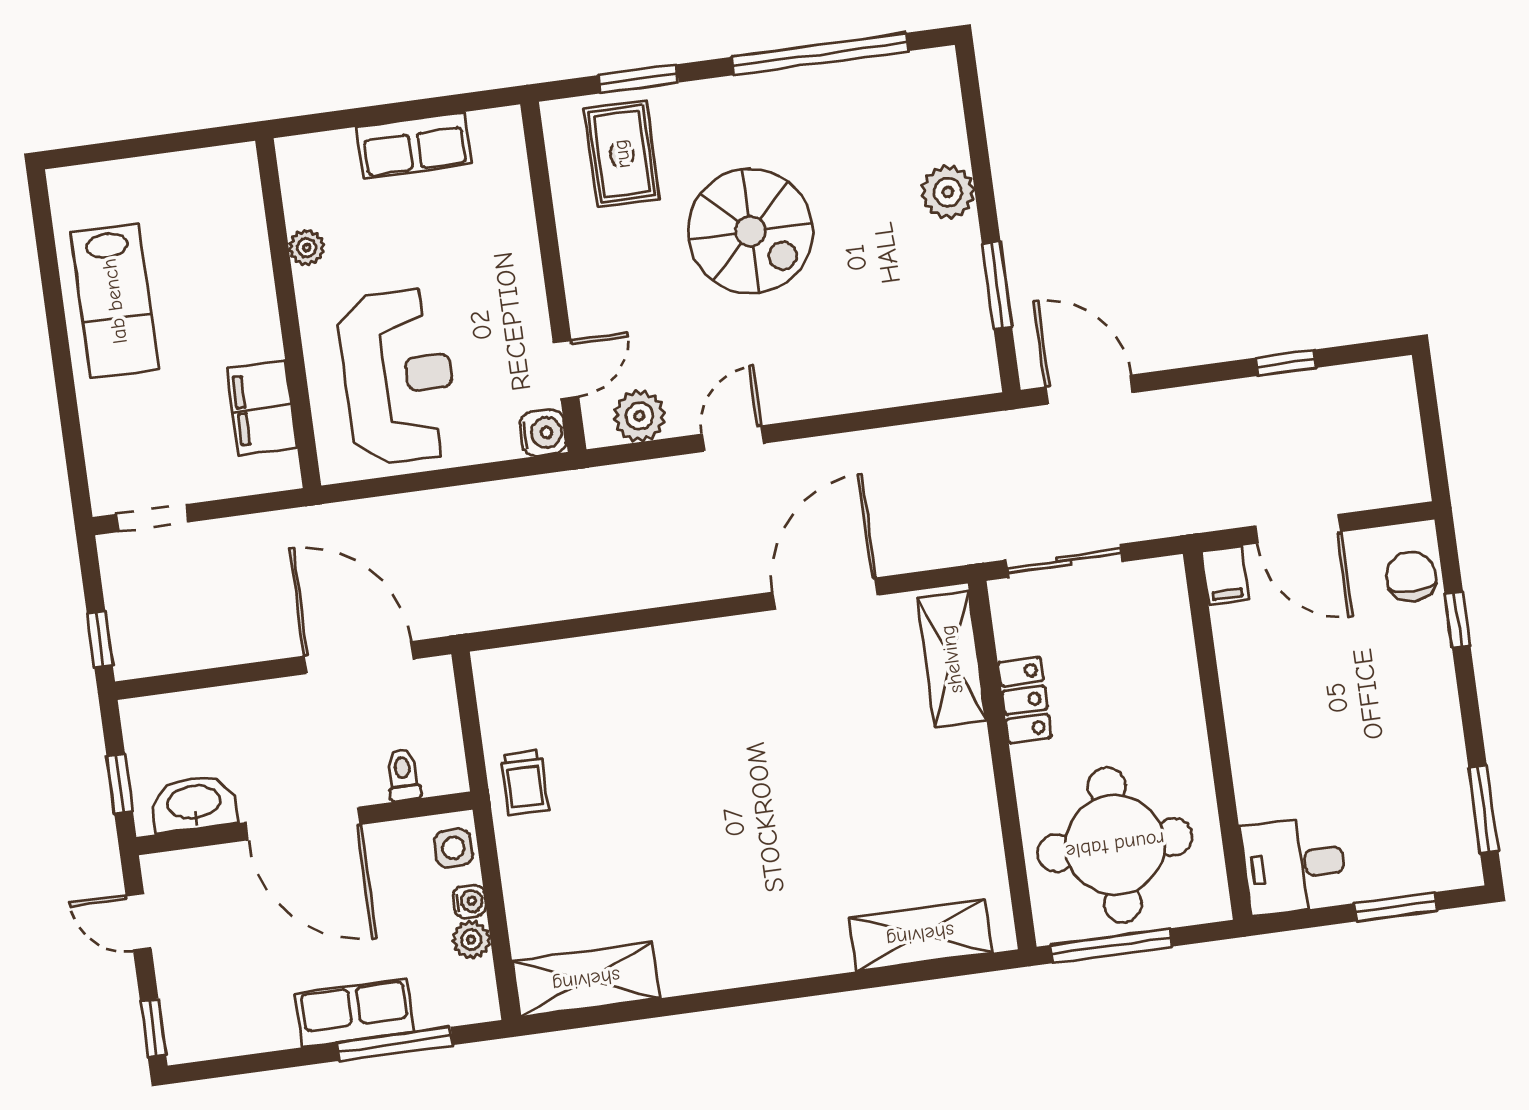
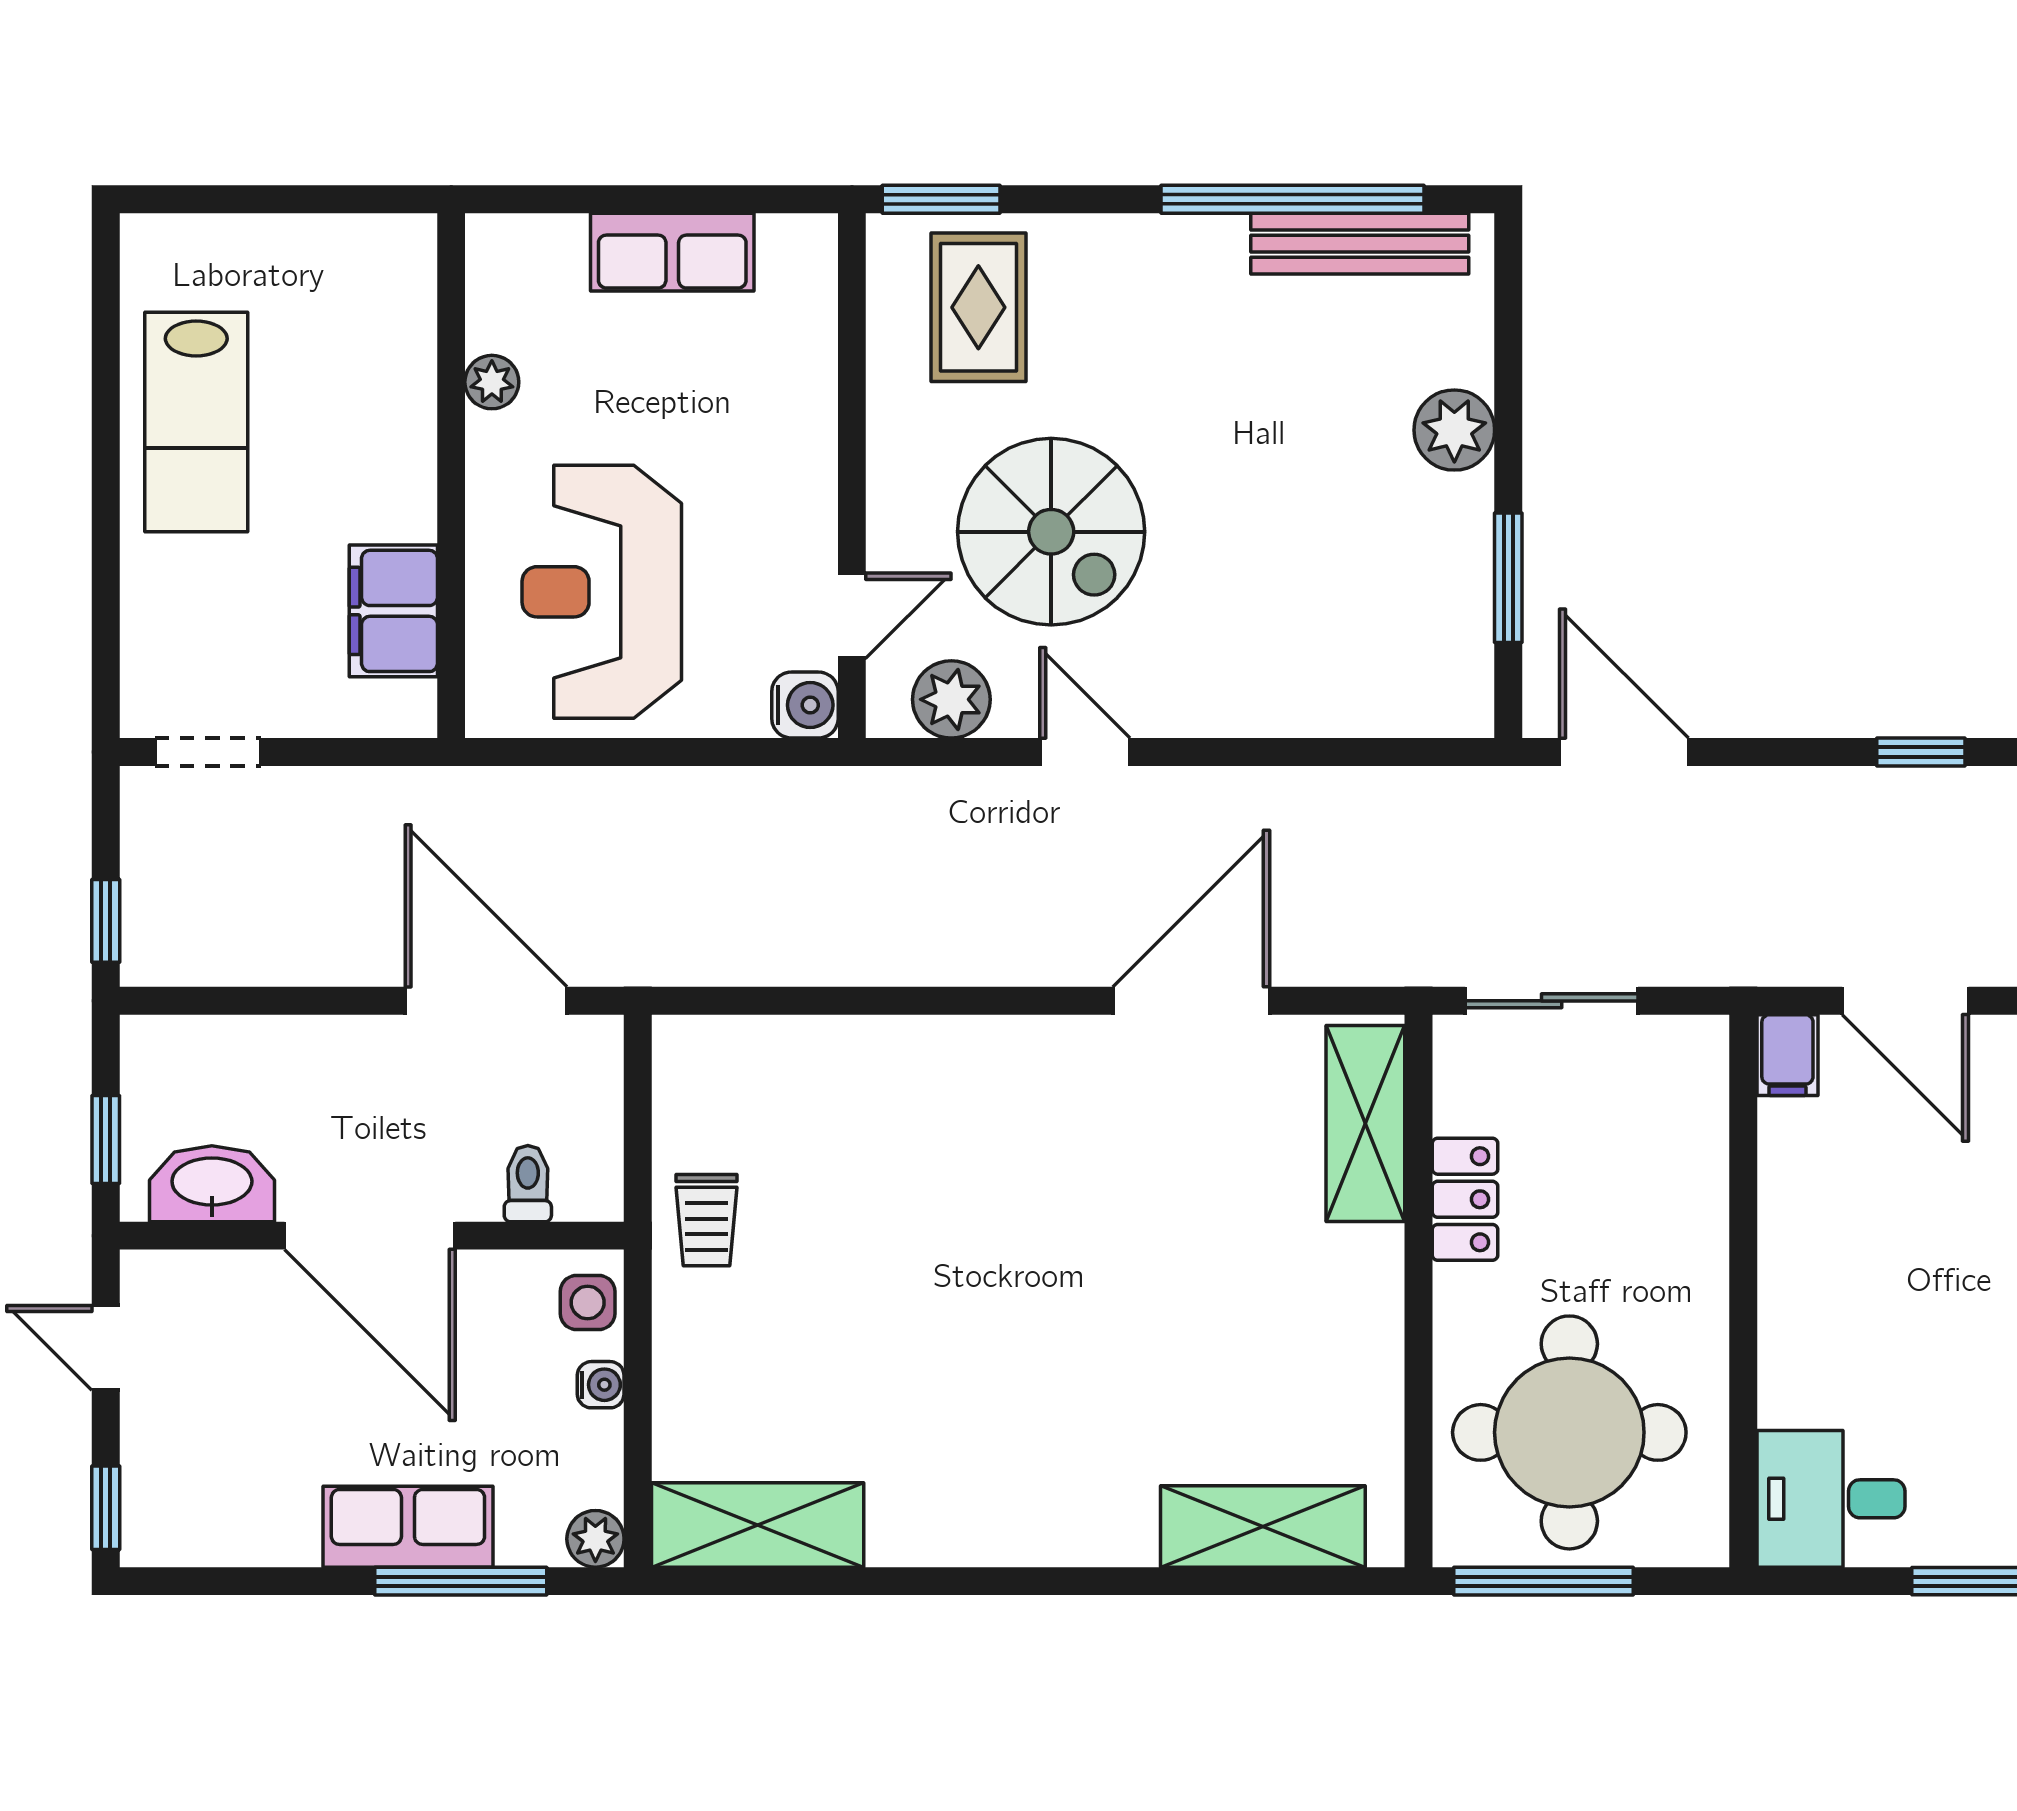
bench: (868, 77) -> (1360, 244), added
window: (638, 79) -> (941, 199), moved
spiral stairs: (750, 231) -> (1051, 532), moved
reception desk: (398, 376) -> (602, 592), turned 180
door: (733, 439) -> (1085, 752), hinge flipped
plant: (471, 940) -> (595, 1539), moved

